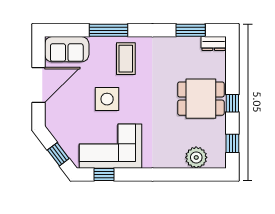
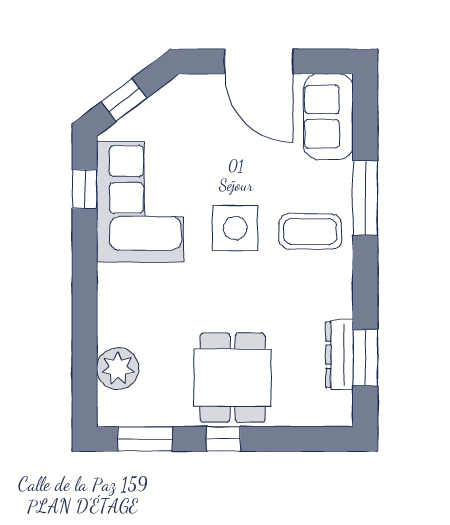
dresser: (214, 44) -> (340, 355), moved, width x1.44
side table: (107, 99) -> (235, 228), moved
window: (232, 143) -> (145, 439), width x1.50

